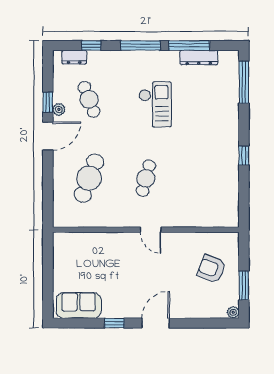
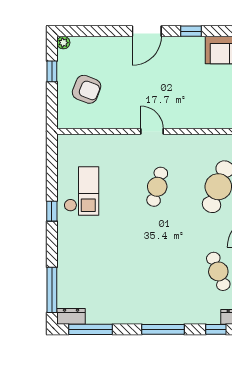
window: (189, 45) -> (91, 329), moved
dresser: (199, 58) -> (71, 316), moved, width x0.70
checkout: (155, 104) -> (81, 191), moved, turned 180
window: (244, 286) -> (52, 71), width x0.67

